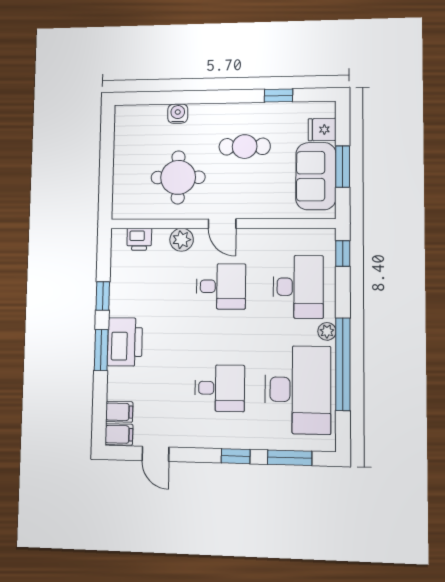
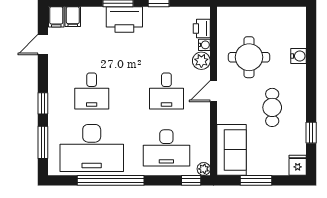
fridge: (322, 130) -> (298, 165), moved
sofa: (316, 176) -> (232, 150), moved, turned 90
water cooler: (161, 236) -> (204, 45), added
plant: (327, 331) -> (204, 169), moved

